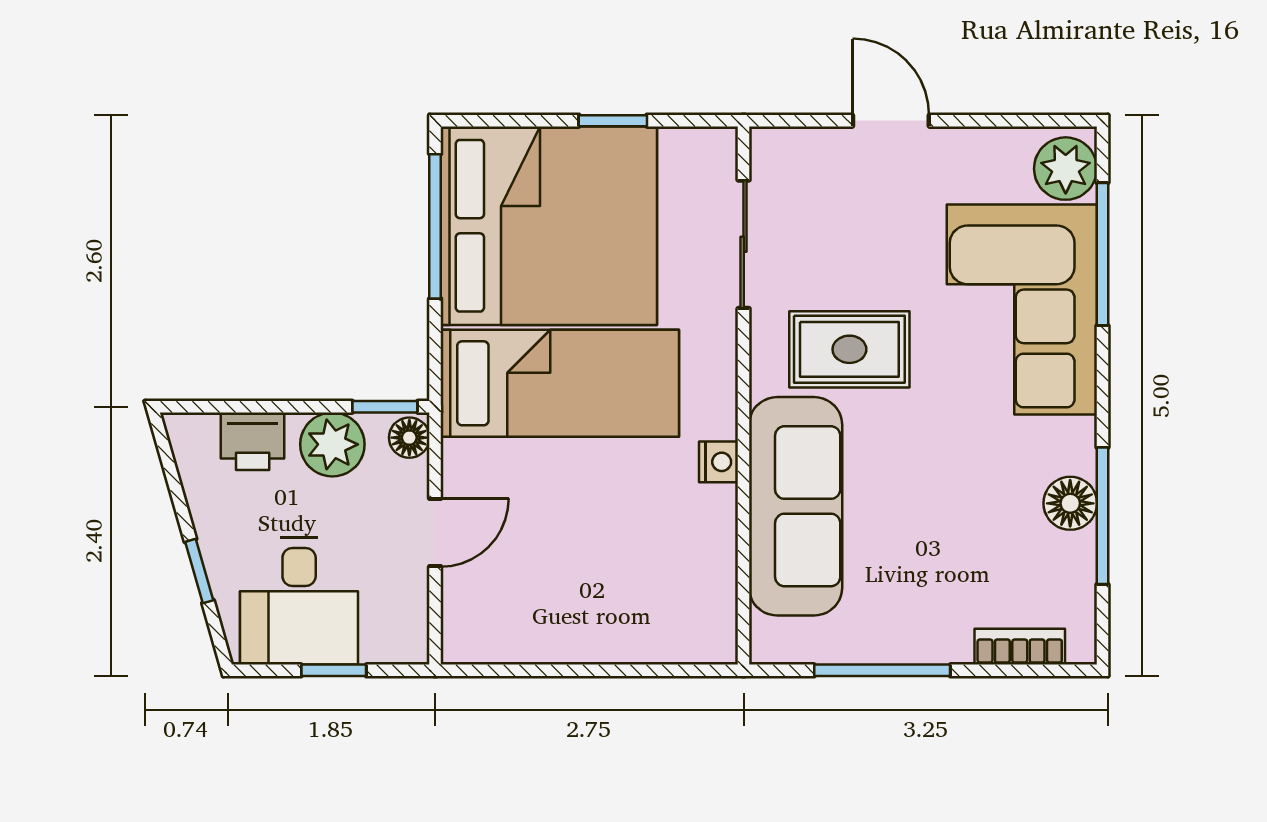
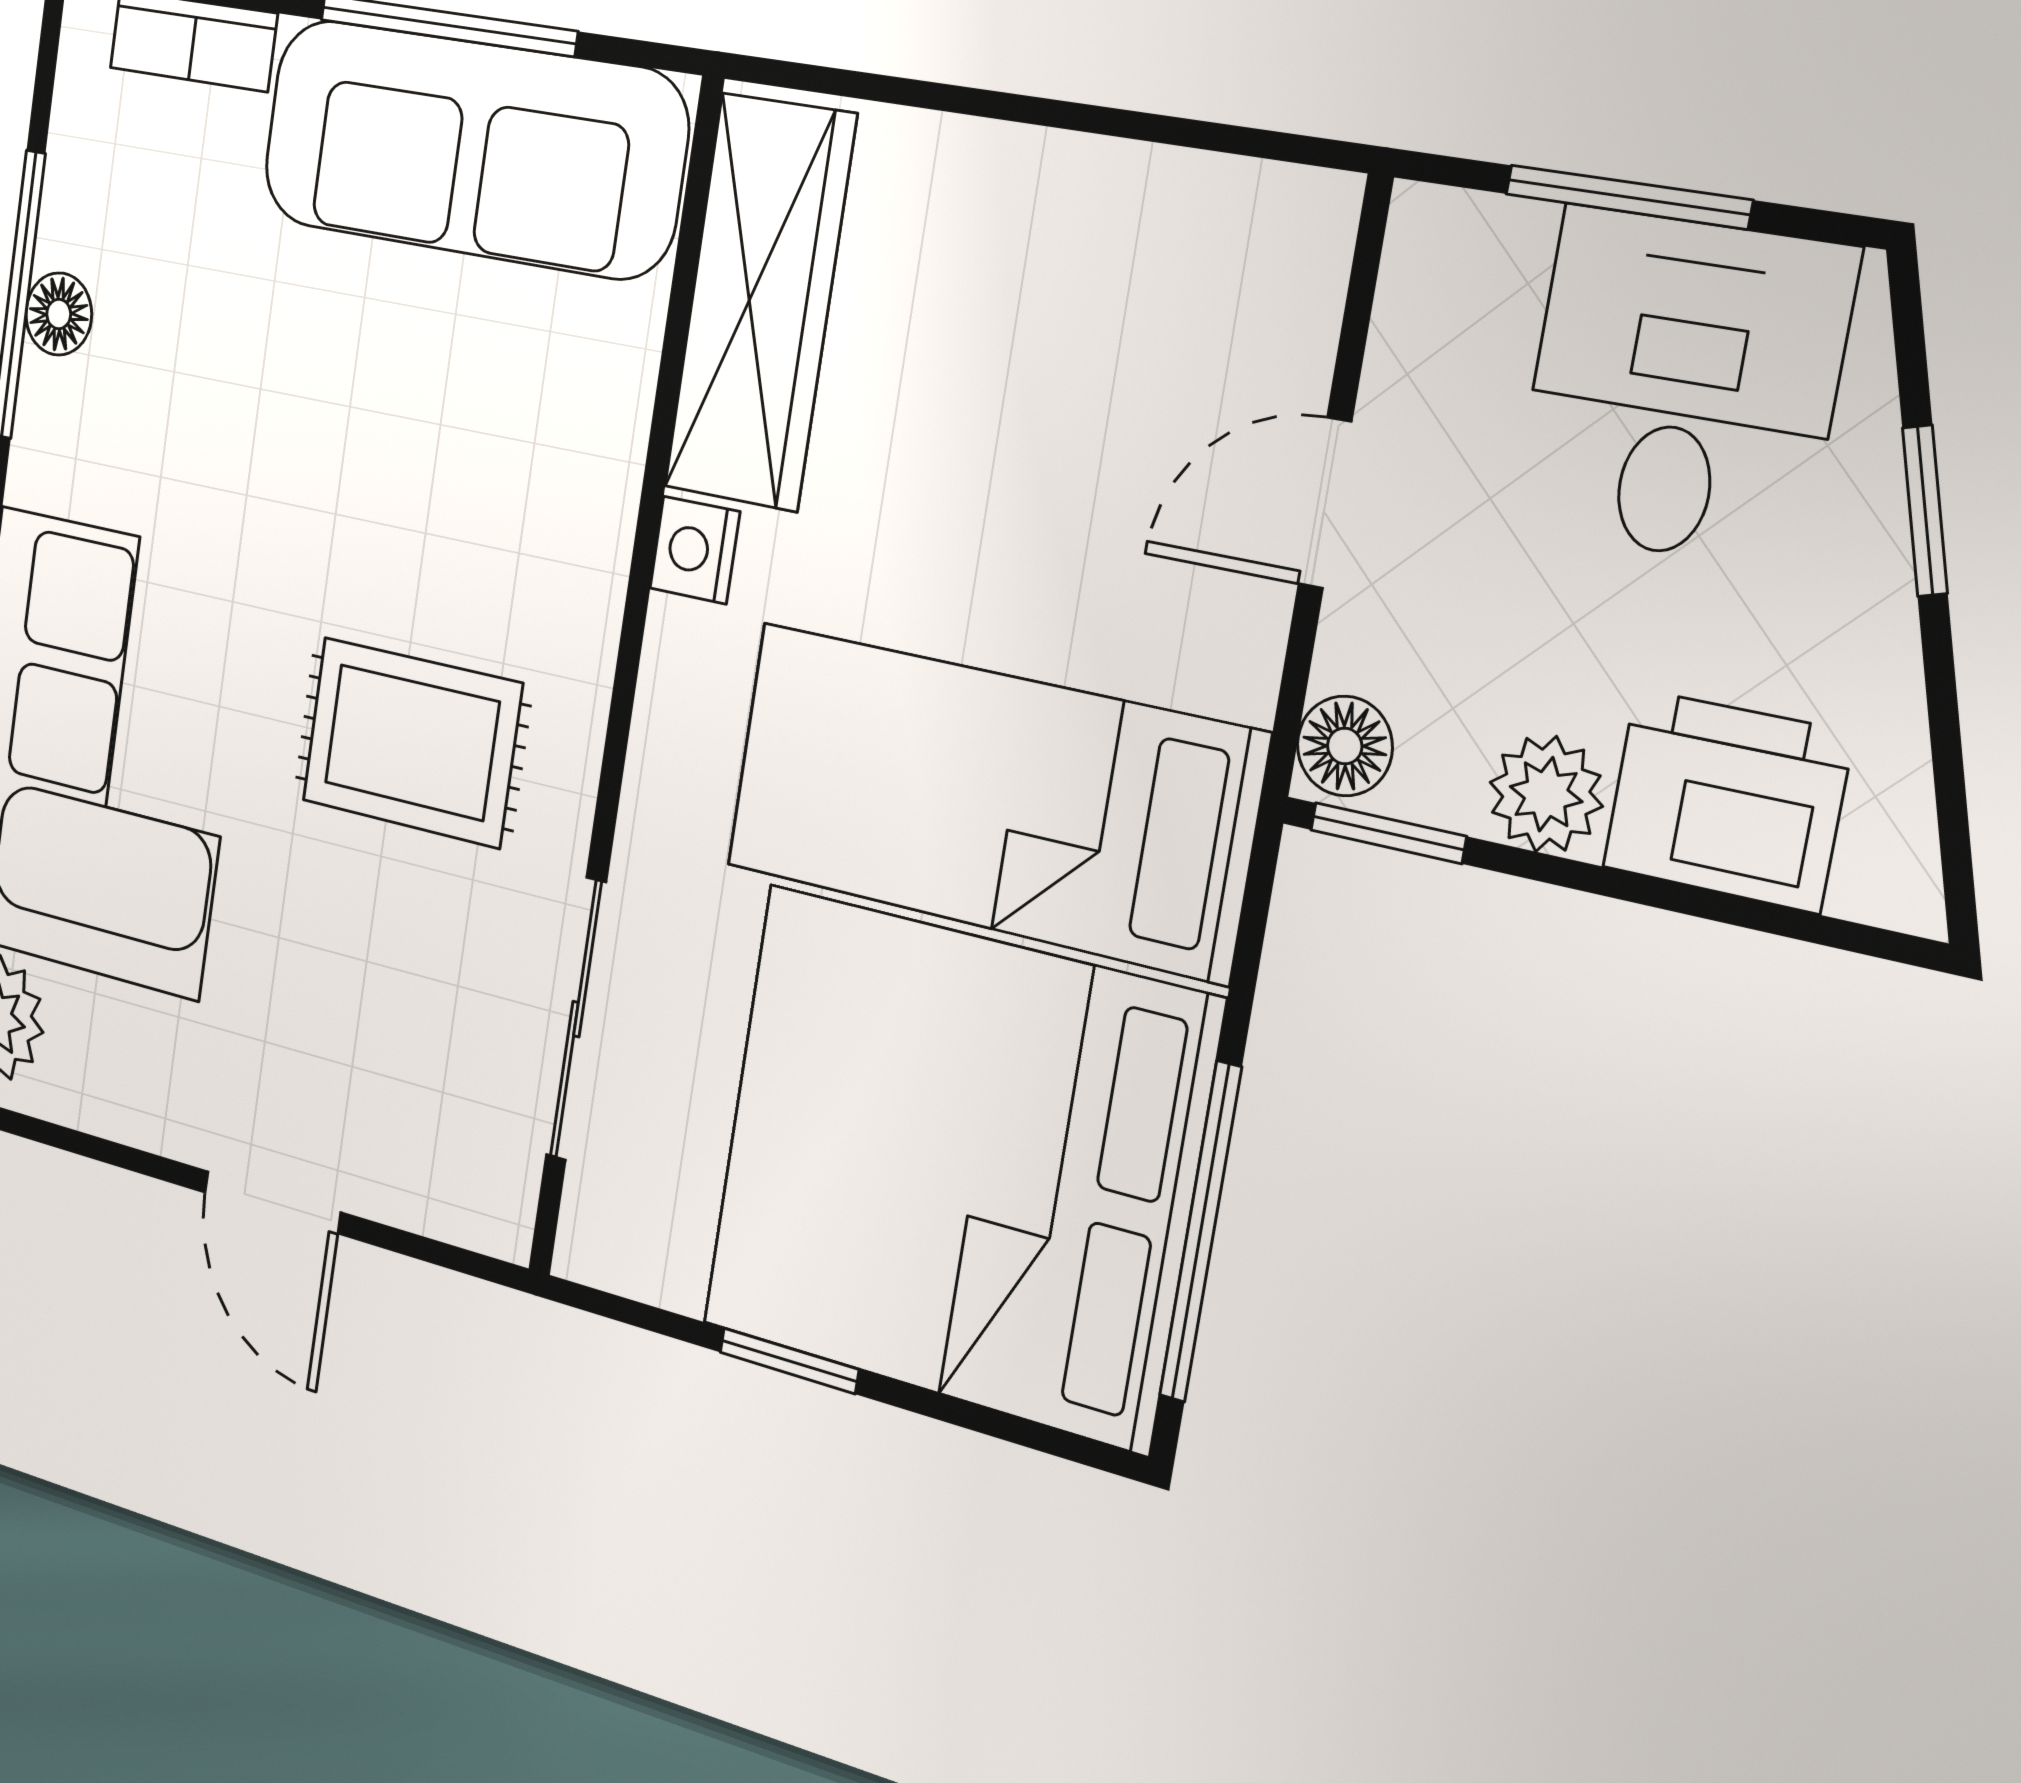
printer: (253, 441) -> (1727, 800), width x1.36, depth x1.24
plant: (332, 444) -> (1546, 794), width x0.73, depth x0.73
floor lamp: (1070, 503) -> (59, 314), width x0.73, depth x0.73
sofa: (796, 506) -> (472, 148), moved, turned -90
wardrobe: (705, 573) -> (760, 302), added
window: (334, 670) -> (1628, 197), width x1.50

